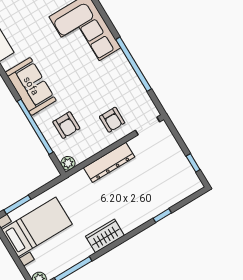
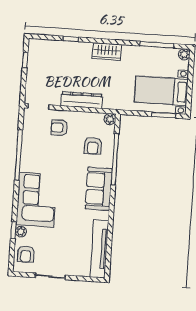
armchair: (112, 120) -> (59, 128), turned -90
armchair: (66, 125) -> (93, 146), turned 180
wardrobe: (105, 236) -> (107, 52), moved

